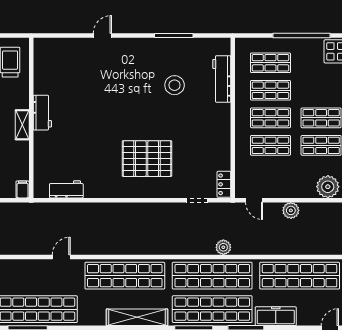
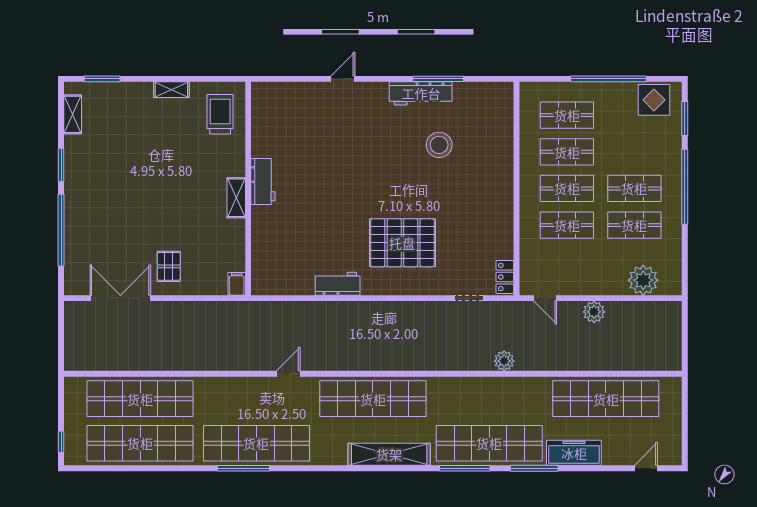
workbench: (222, 79) -> (421, 93), moved, turned -90
workbench: (66, 189) -> (338, 284), moved
shop shelf: (212, 276) -> (489, 399), removed

